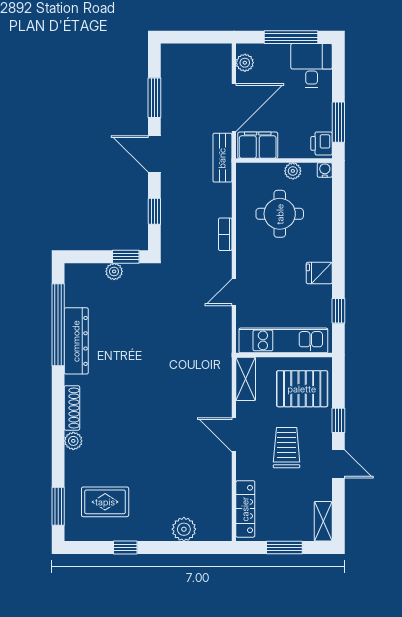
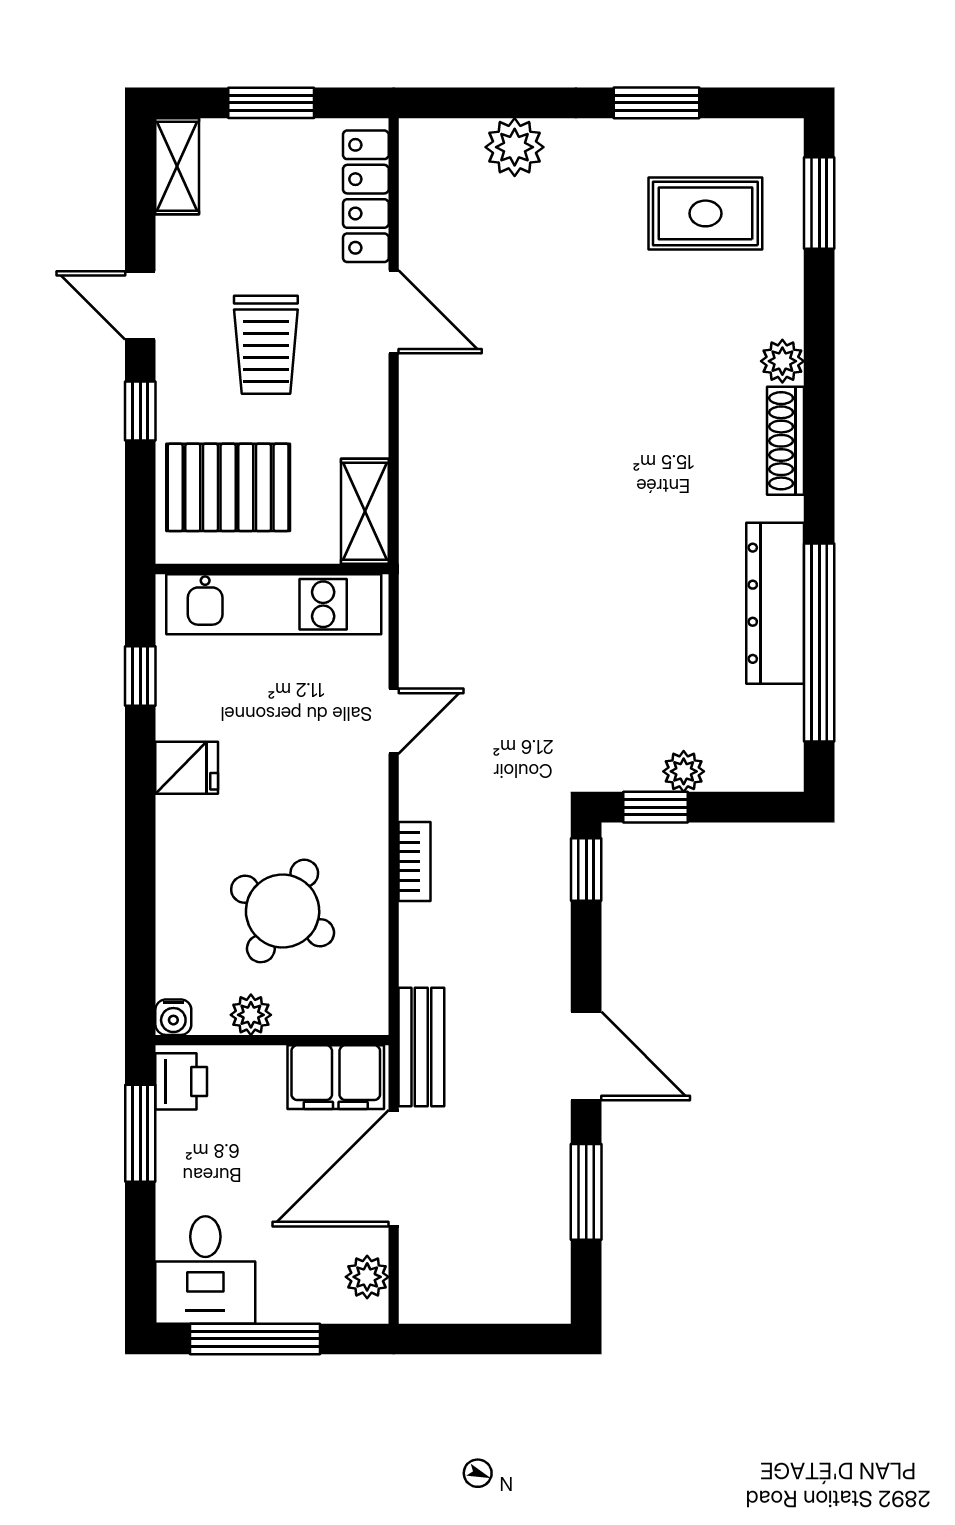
window: (154, 211) -> (586, 870), moved
round table: (280, 214) -> (283, 911), turned 30
door: (234, 435) -> (394, 312), moved
window: (125, 548) -> (657, 103), width x1.50

